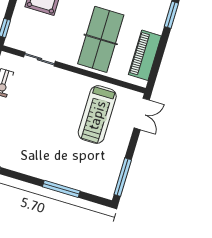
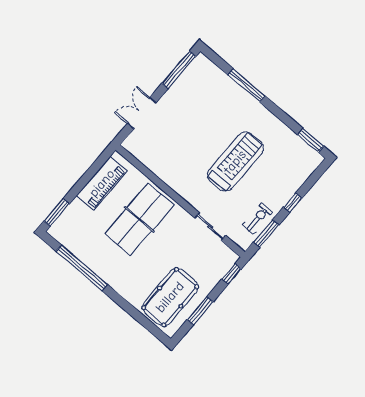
double door: (142, 114) -> (142, 113), moved
treadmill: (97, 115) -> (235, 162), moved

